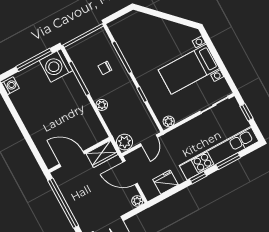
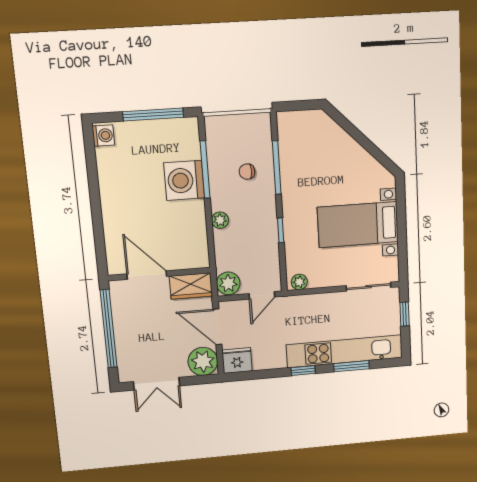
washing machine: (56, 66) -> (184, 180), moved
fridge: (165, 182) -> (237, 361), moved
plant: (137, 201) -> (203, 361), width x1.88, depth x1.88

